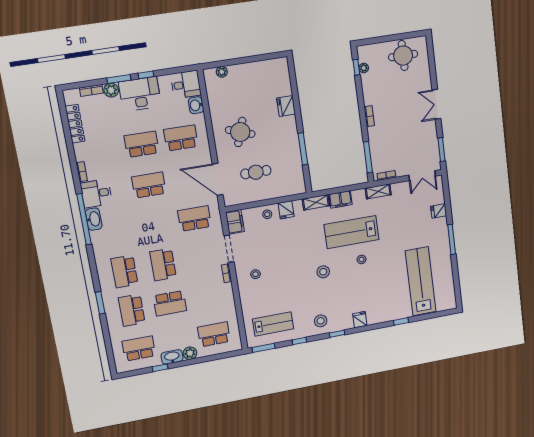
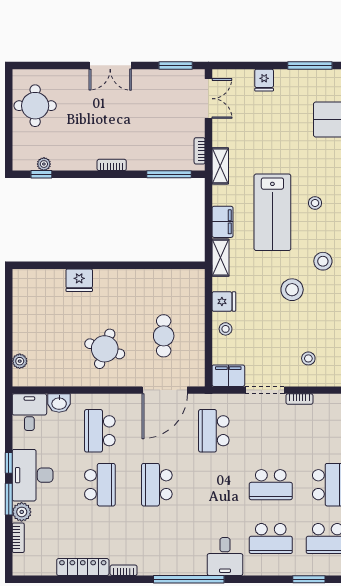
locker: (75, 124) -> (83, 567), moved
school desk: (142, 144) -> (100, 485), turned 180
window: (303, 149) -> (142, 265), removed
desk: (96, 193) -> (225, 557), moved
washbasin: (94, 219) -> (191, 566), removed
stool: (301, 255) -> (292, 290), added

